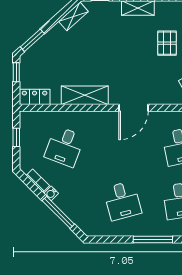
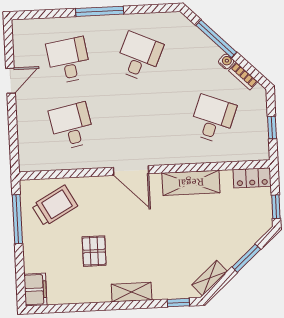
window: (32, 40) -> (246, 258), moved
door: (134, 108) -> (131, 171), swing flipped
desk: (122, 201) -> (139, 57), turned 39

